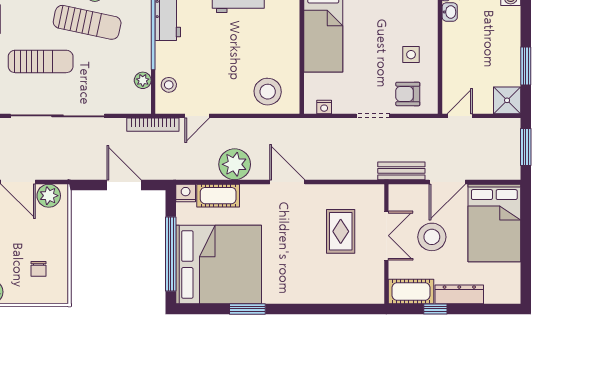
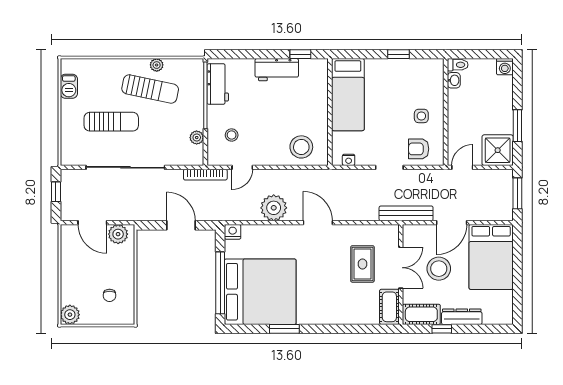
stool: (169, 85) -> (232, 135), moved
shower: (507, 100) -> (498, 150), width x1.36, depth x1.36
bench: (401, 171) -> (406, 213), width x1.36
cot: (218, 196) -> (389, 307), moved, turned 90

